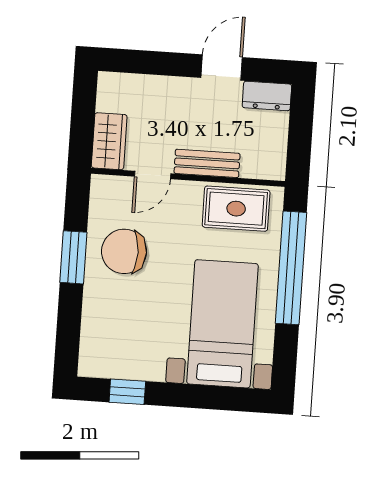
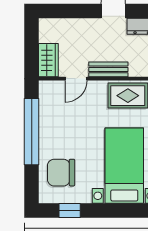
chair: (124, 251) -> (61, 173), moved
window: (73, 257) -> (32, 132), width x2.11

